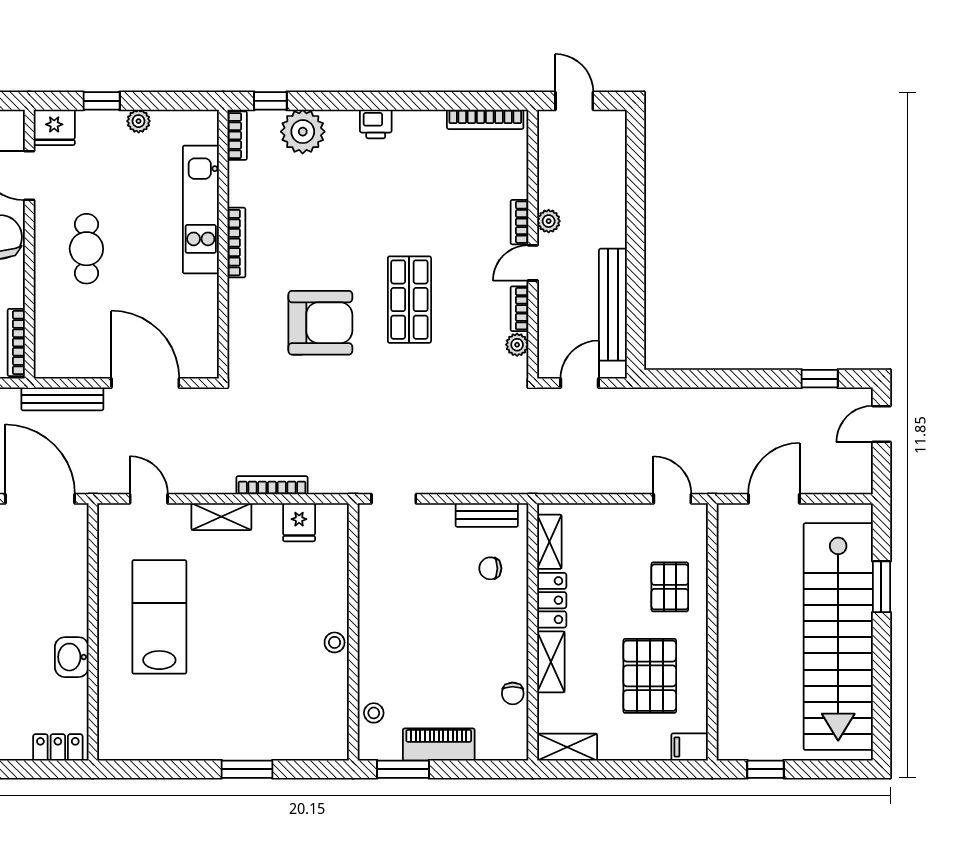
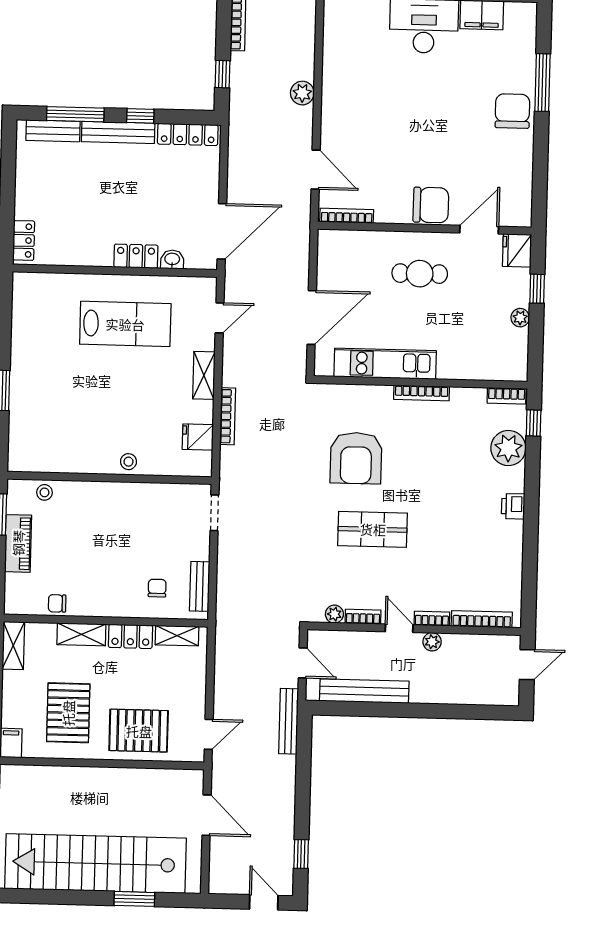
bookcase: (485, 119) -> (482, 619), moved, turned 90
kitchen unit: (201, 210) -> (385, 364), moved
bench: (62, 399) -> (289, 721), moved
pallet: (670, 587) -> (139, 731), width x1.50, depth x1.42
locker: (74, 606) -> (136, 256), added
stool: (335, 642) -> (128, 462), moved
washbasin: (72, 657) -> (172, 259), moved, width x0.72, depth x0.69
pallet: (650, 676) -> (68, 713), turned 90

